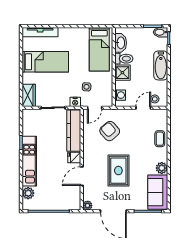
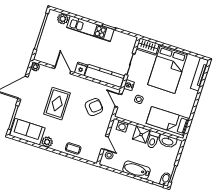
bed: (45, 62) -> (168, 69), width x1.50
rug: (118, 171) -> (57, 104), turned 90

